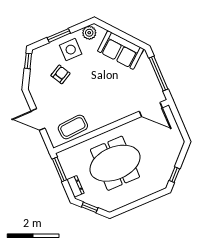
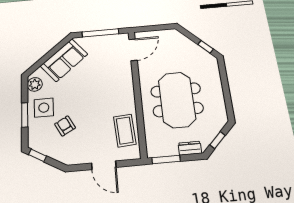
door: (38, 119) -> (104, 165), hinge flipped

